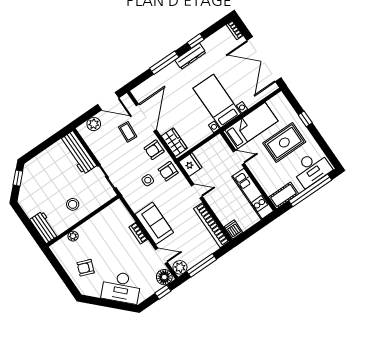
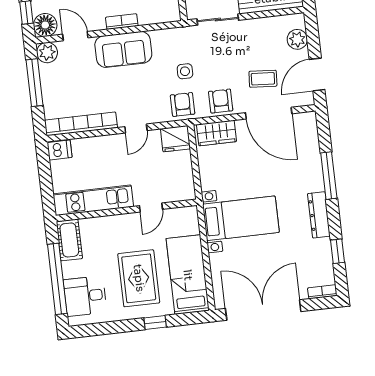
window: (196, 41) -> (338, 251), moved
bed: (250, 126) -> (188, 275), moved, turned 180
desk: (312, 169) -> (85, 296), width x0.73
door: (161, 256) -> (75, 36), swing flipped

